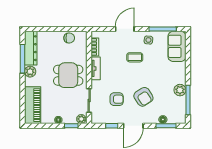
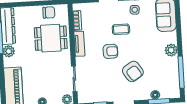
dining table: (68, 75) -> (51, 38), moved
plant: (180, 90) -> (171, 50), moved
armchair: (117, 99) -> (110, 51), moved

